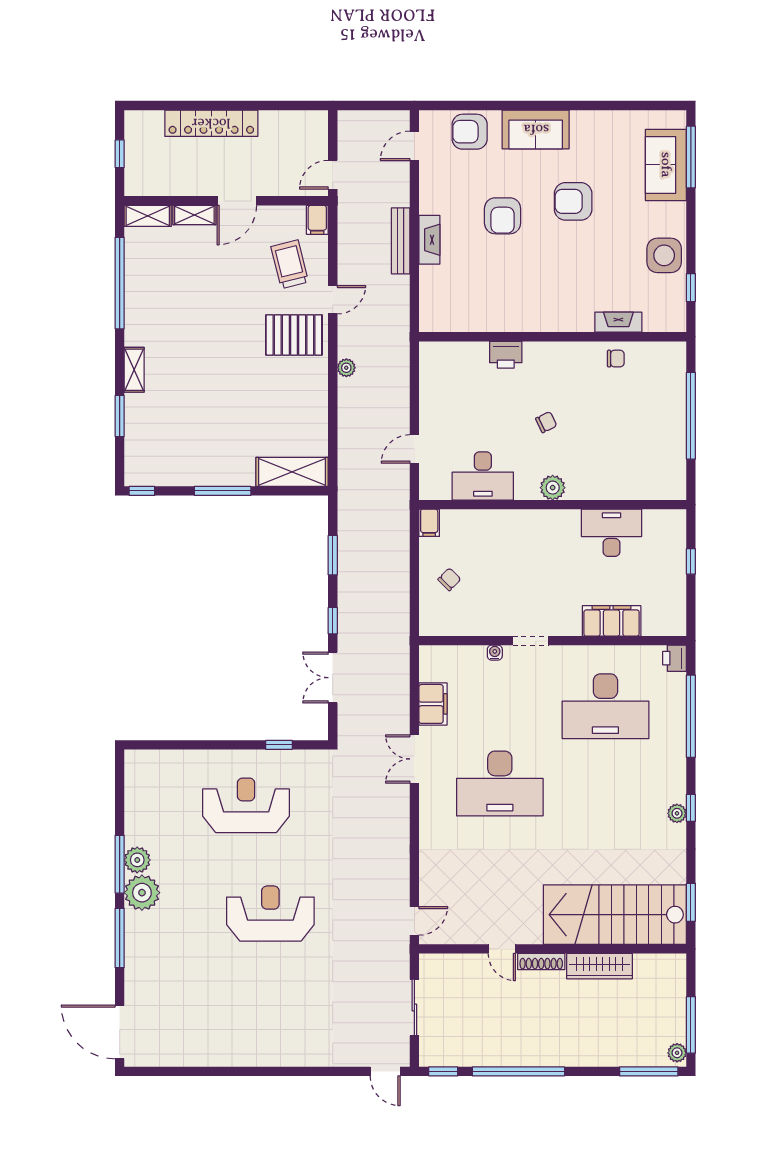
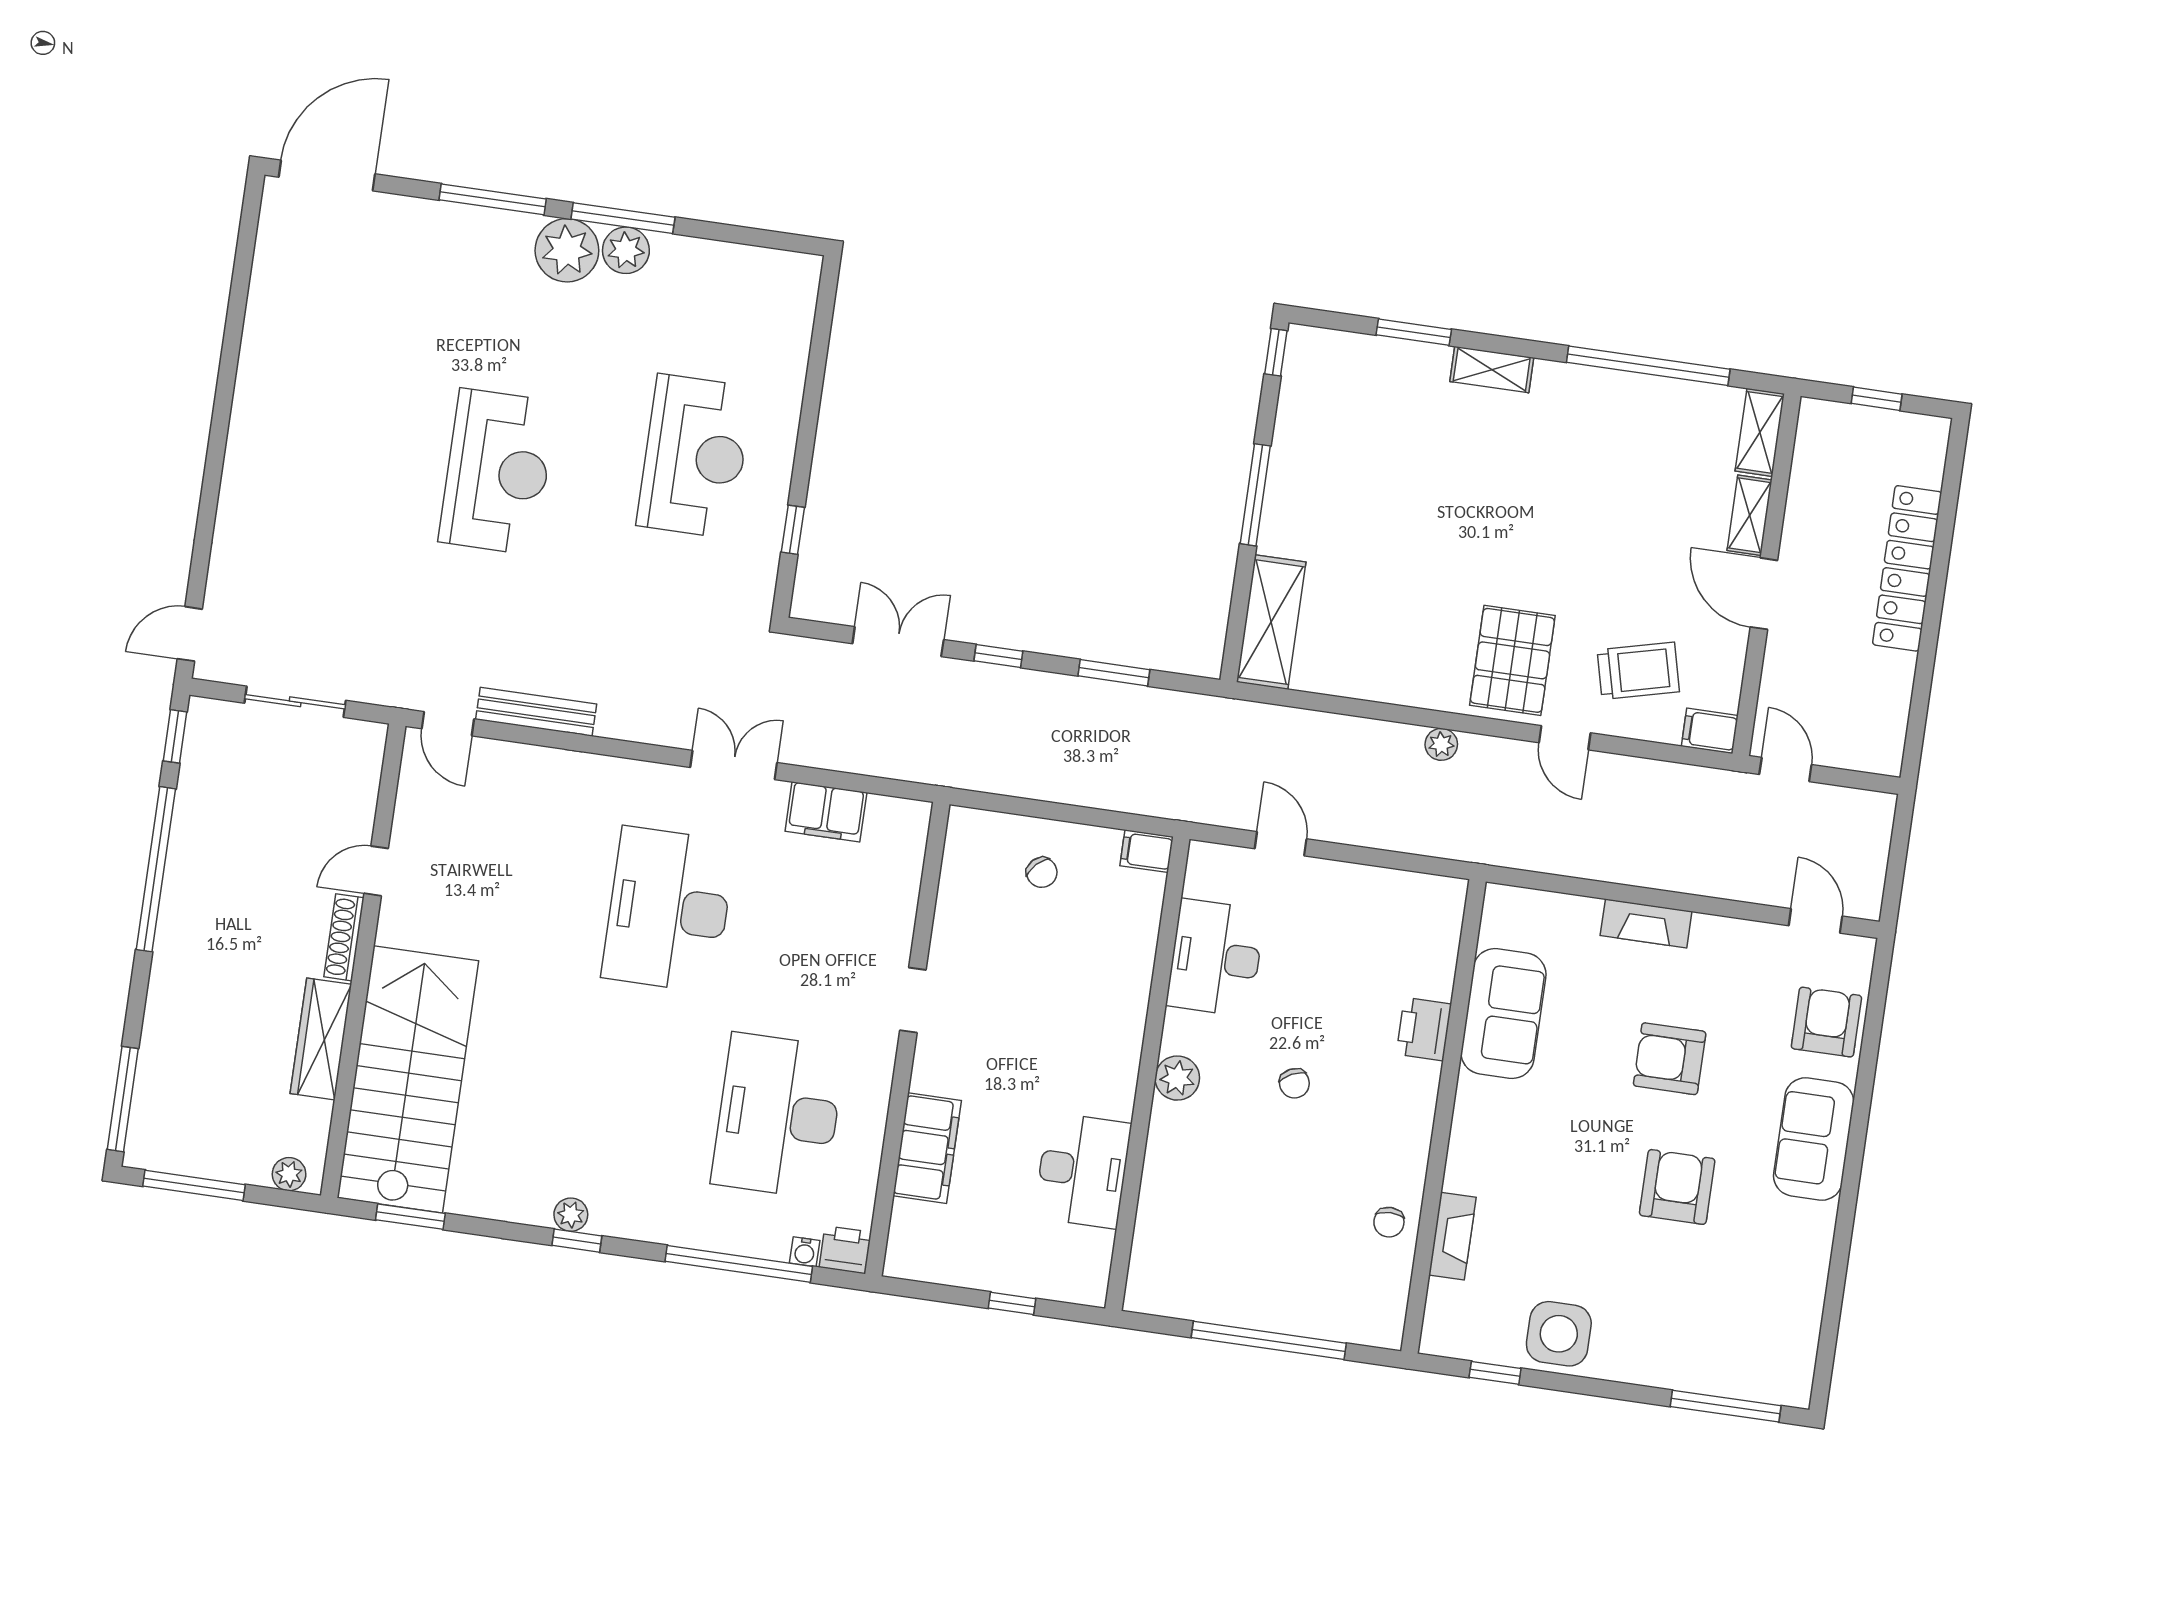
sofa: (666, 165) -> (1503, 1014), moved, turned 90
bench: (401, 241) -> (536, 712), moved
water cooler: (495, 653) -> (805, 1252), moved, turned 90
plant: (677, 1053) -> (289, 1174), moved

